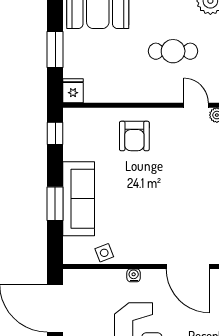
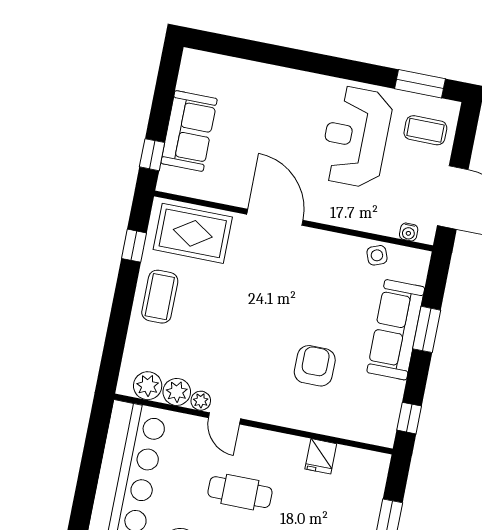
fridge: (73, 91) -> (321, 456), moved
armchair: (134, 136) -> (315, 366), moved
water cooler: (134, 275) -> (409, 232), moved

